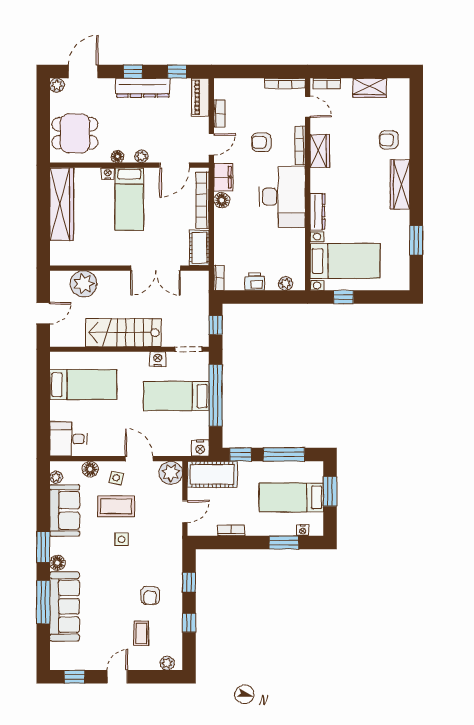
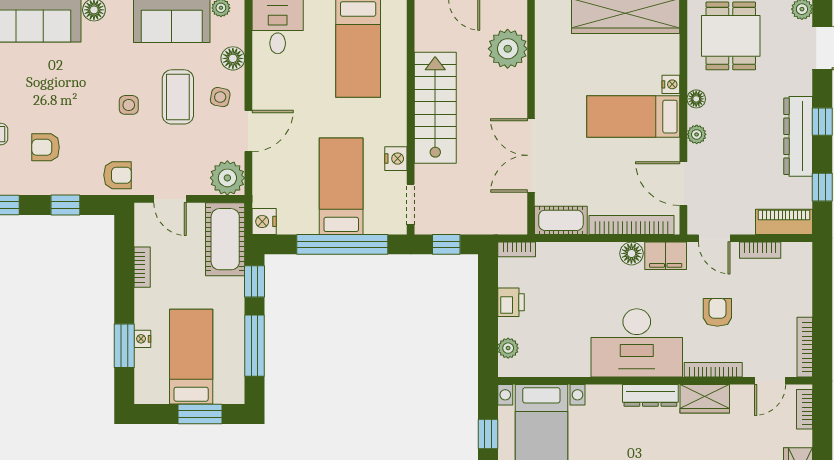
dresser: (317, 212) -> (650, 395), moved
nightstand: (303, 530) -> (142, 339), moved
armchair: (169, 547) -> (118, 175), added

